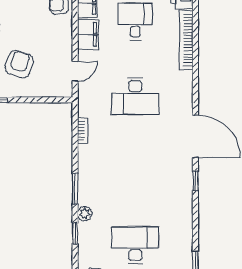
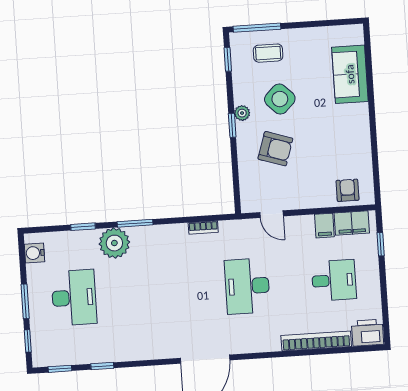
filing cabinet: (88, 34) -> (324, 226), width x0.50
window: (195, 181) -> (102, 366), moved
plant: (85, 214) -> (114, 243), width x1.87, depth x1.87

